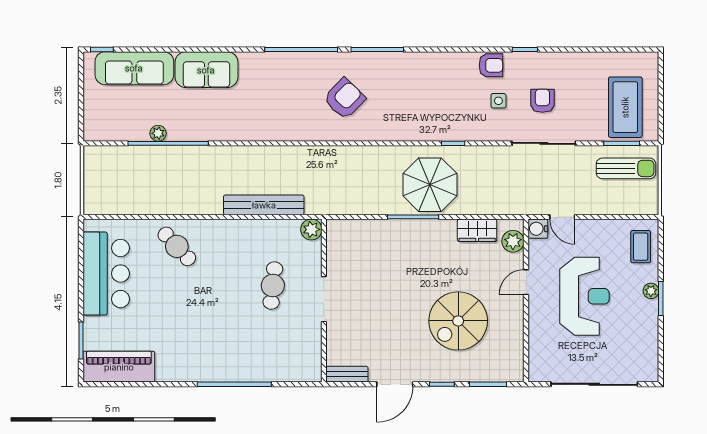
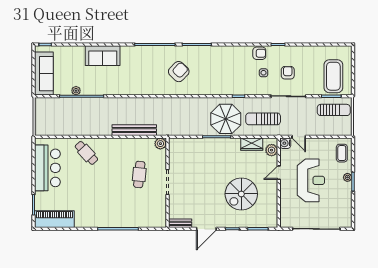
sofa: (134, 68) -> (44, 74), moved, turned -90
sun lounger: (498, 185) -> (263, 119), added

